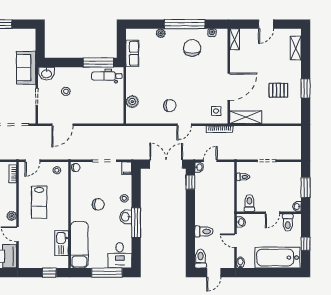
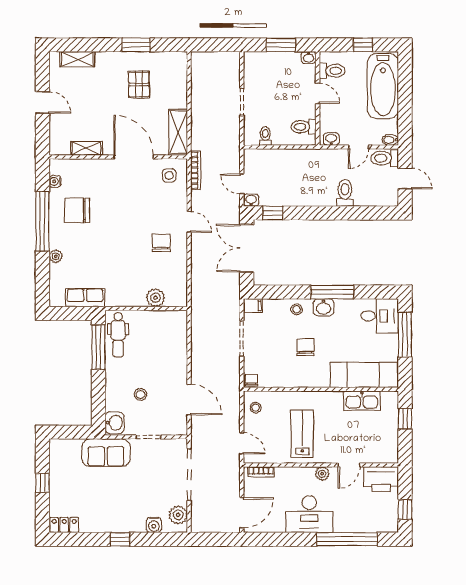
shelving: (235, 39) -> (87, 148), moved
lab bench: (39, 202) -> (302, 434), turned -90
toilet: (201, 259) -> (385, 158), moved

